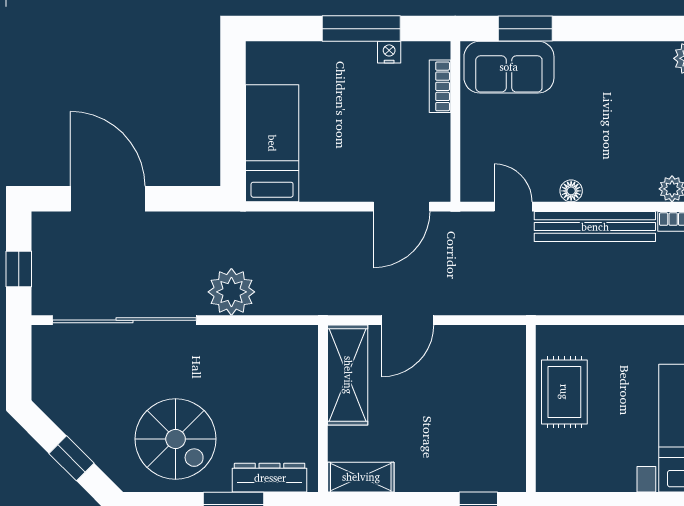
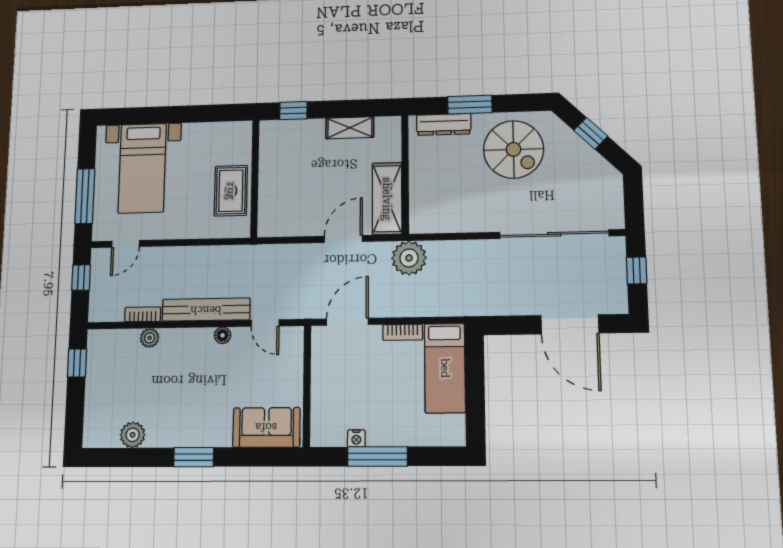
window: (525, 29) -> (194, 457), moved
bookcase: (440, 86) -> (403, 332), moved, turned 90
plant: (231, 292) -> (409, 258), moved
spiral stairs: (176, 439) -> (513, 149), turned 180
shelving: (361, 477) -> (350, 128), moved

